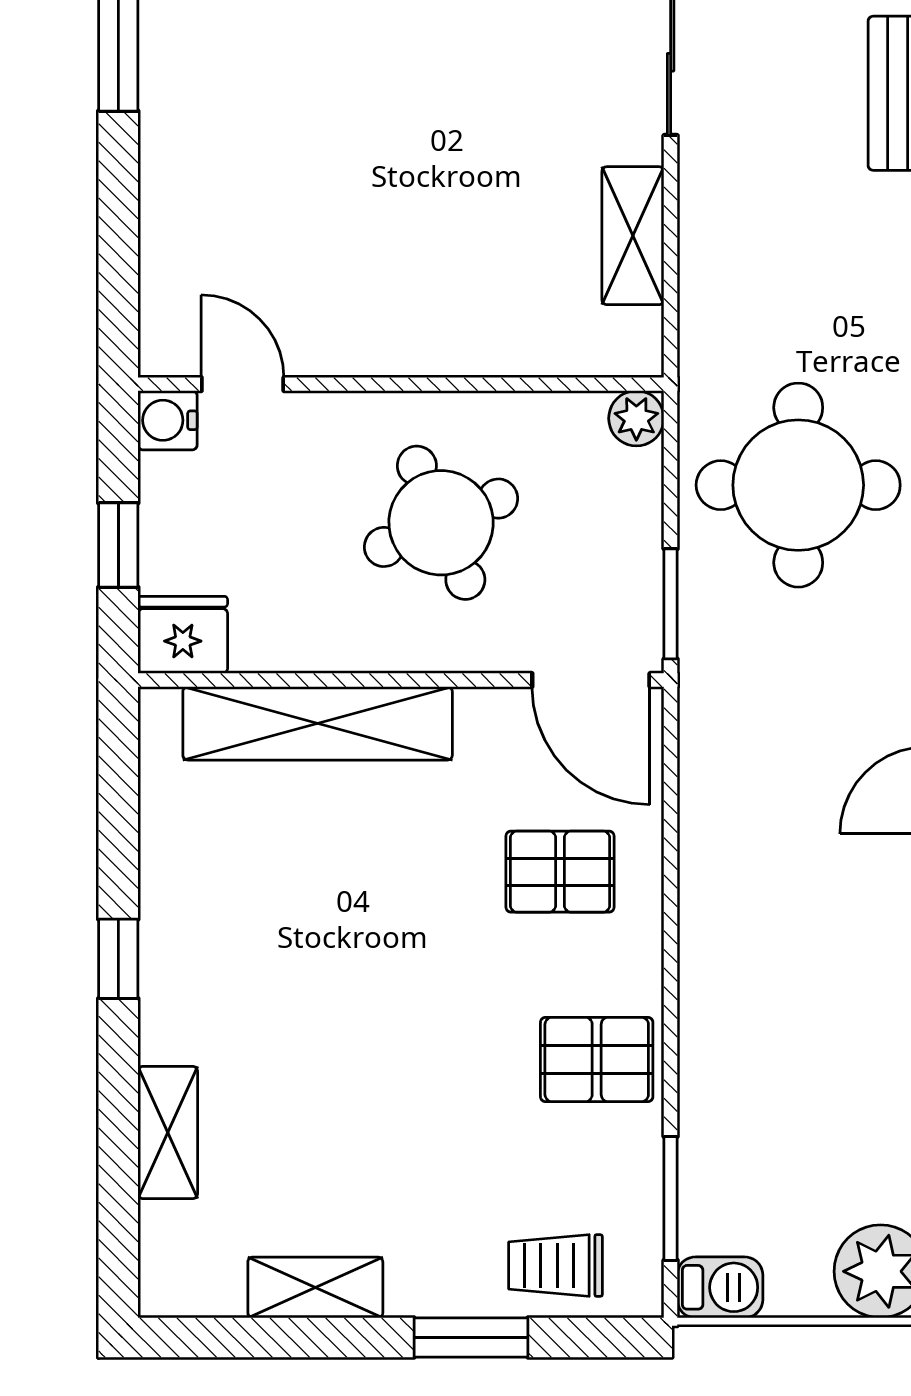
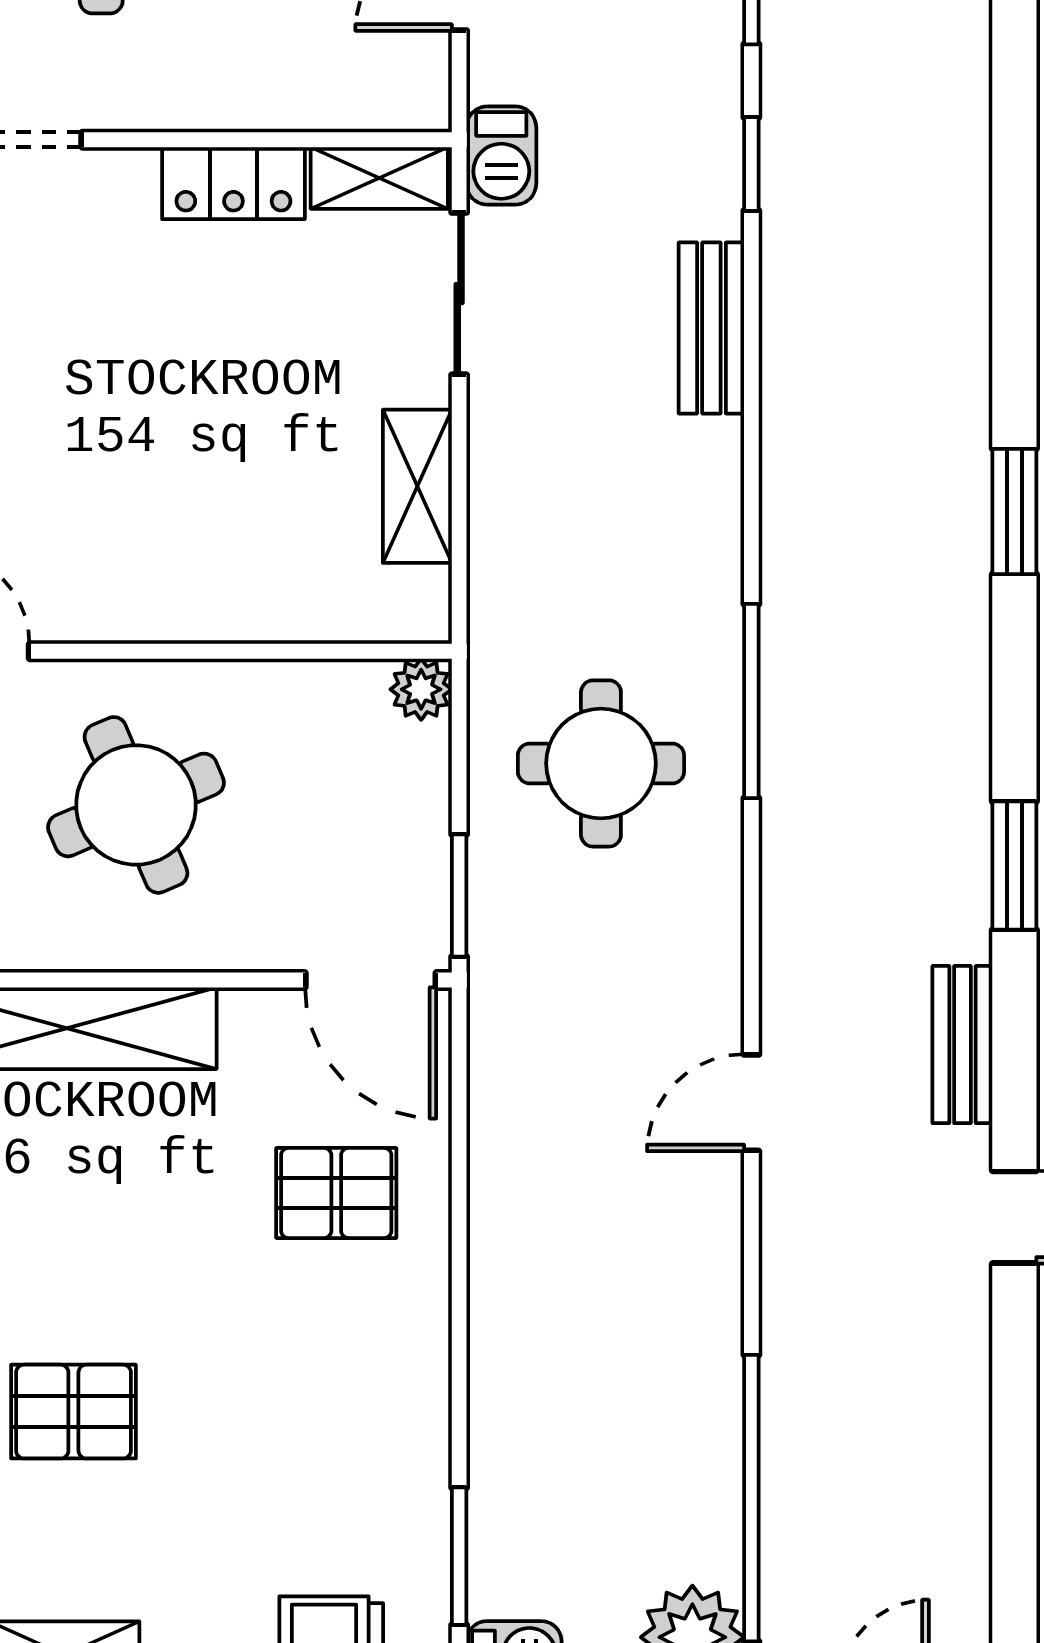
round table: (798, 485) -> (601, 763), width x0.73, depth x0.73
round table: (441, 523) -> (136, 805), moved
pallet: (597, 1059) -> (73, 1412), moved

